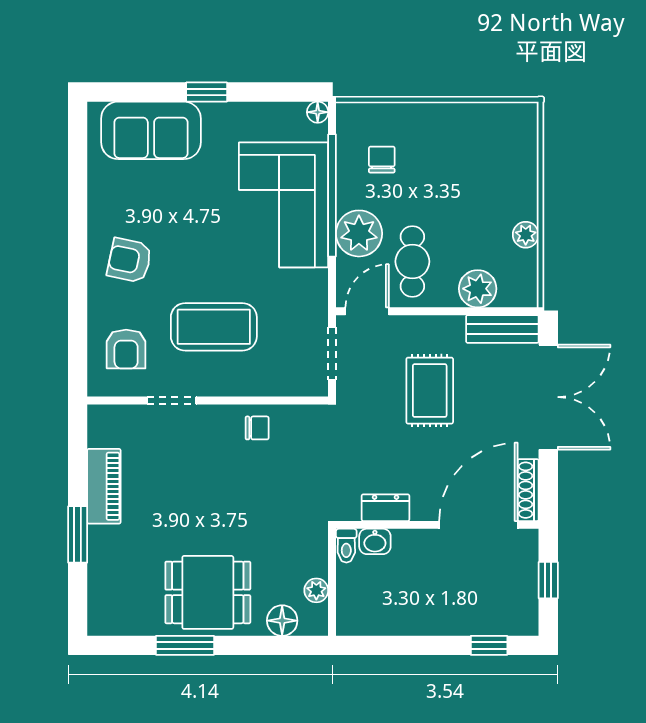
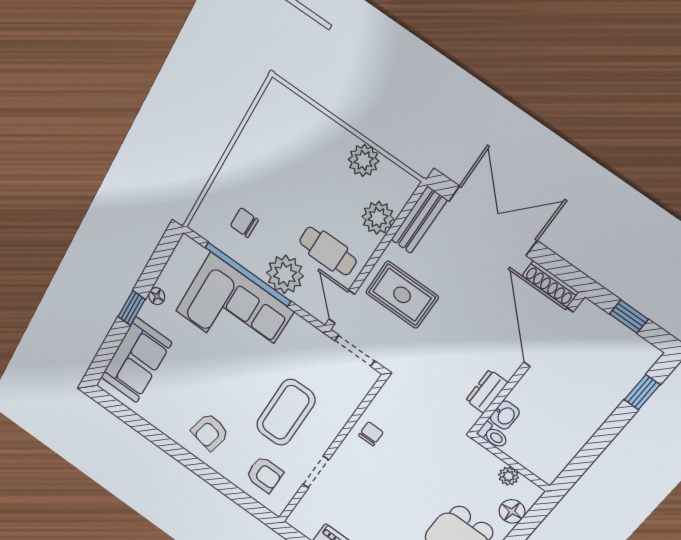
floor lamp: (318, 112) -> (157, 296), moved
plant: (526, 235) -> (364, 160), width x1.38, depth x1.38
rug: (430, 391) -> (402, 295), moved

